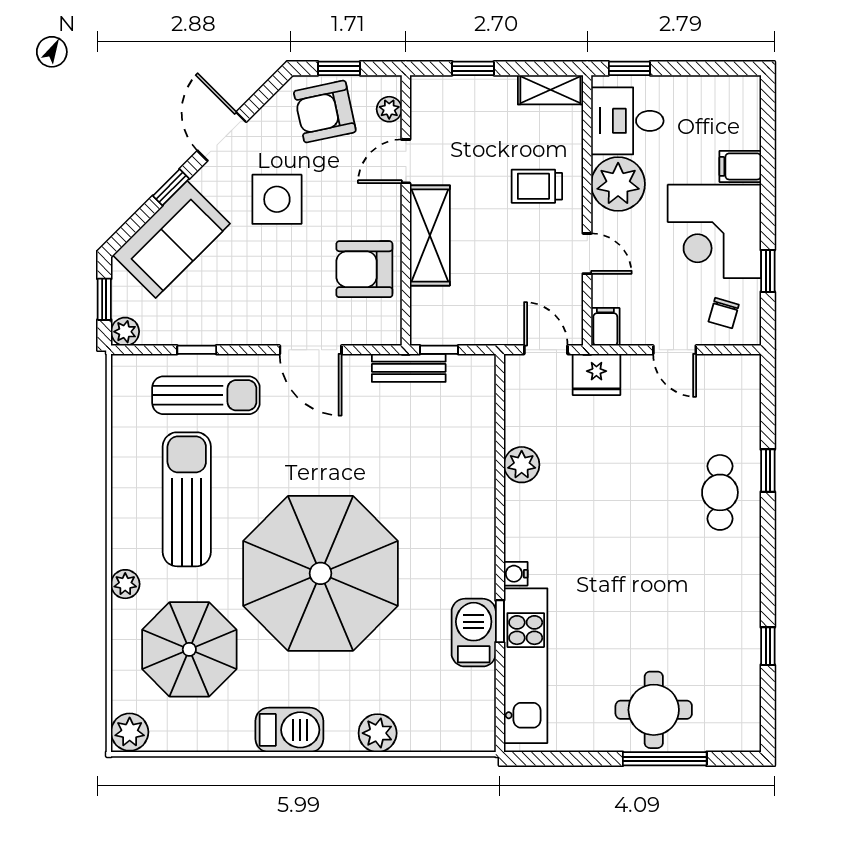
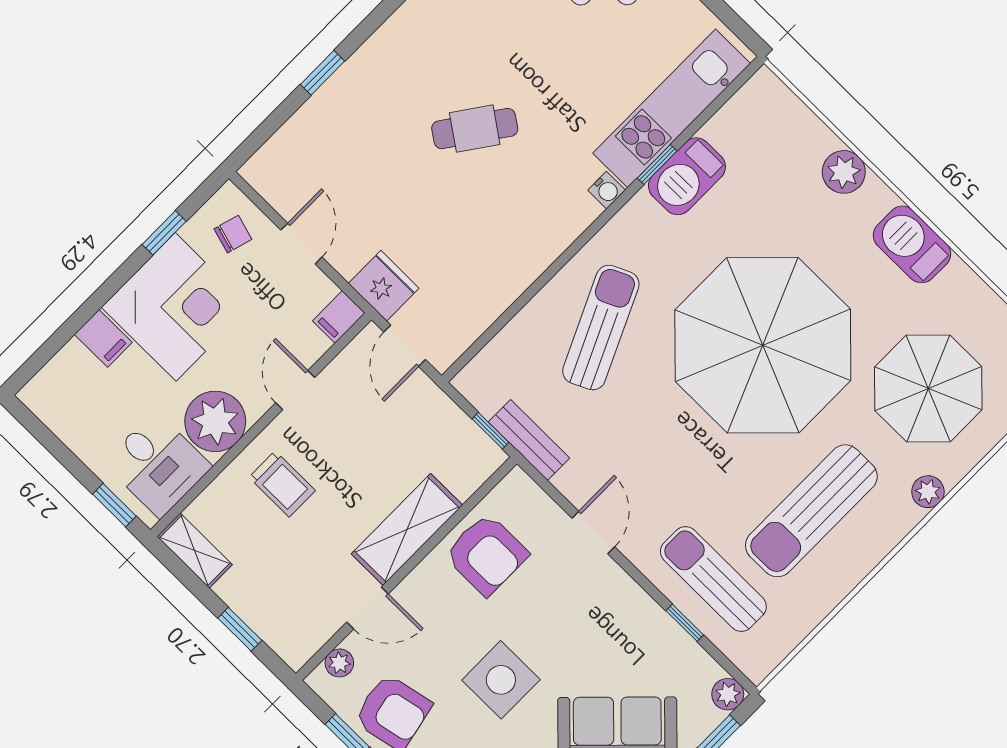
door: (311, 350) -> (593, 532), width x0.73
plant: (522, 465) -> (515, 273), removed
sun lounger: (434, 484) -> (601, 328), added
cafe table: (720, 492) -> (475, 129), moved, turned 35

